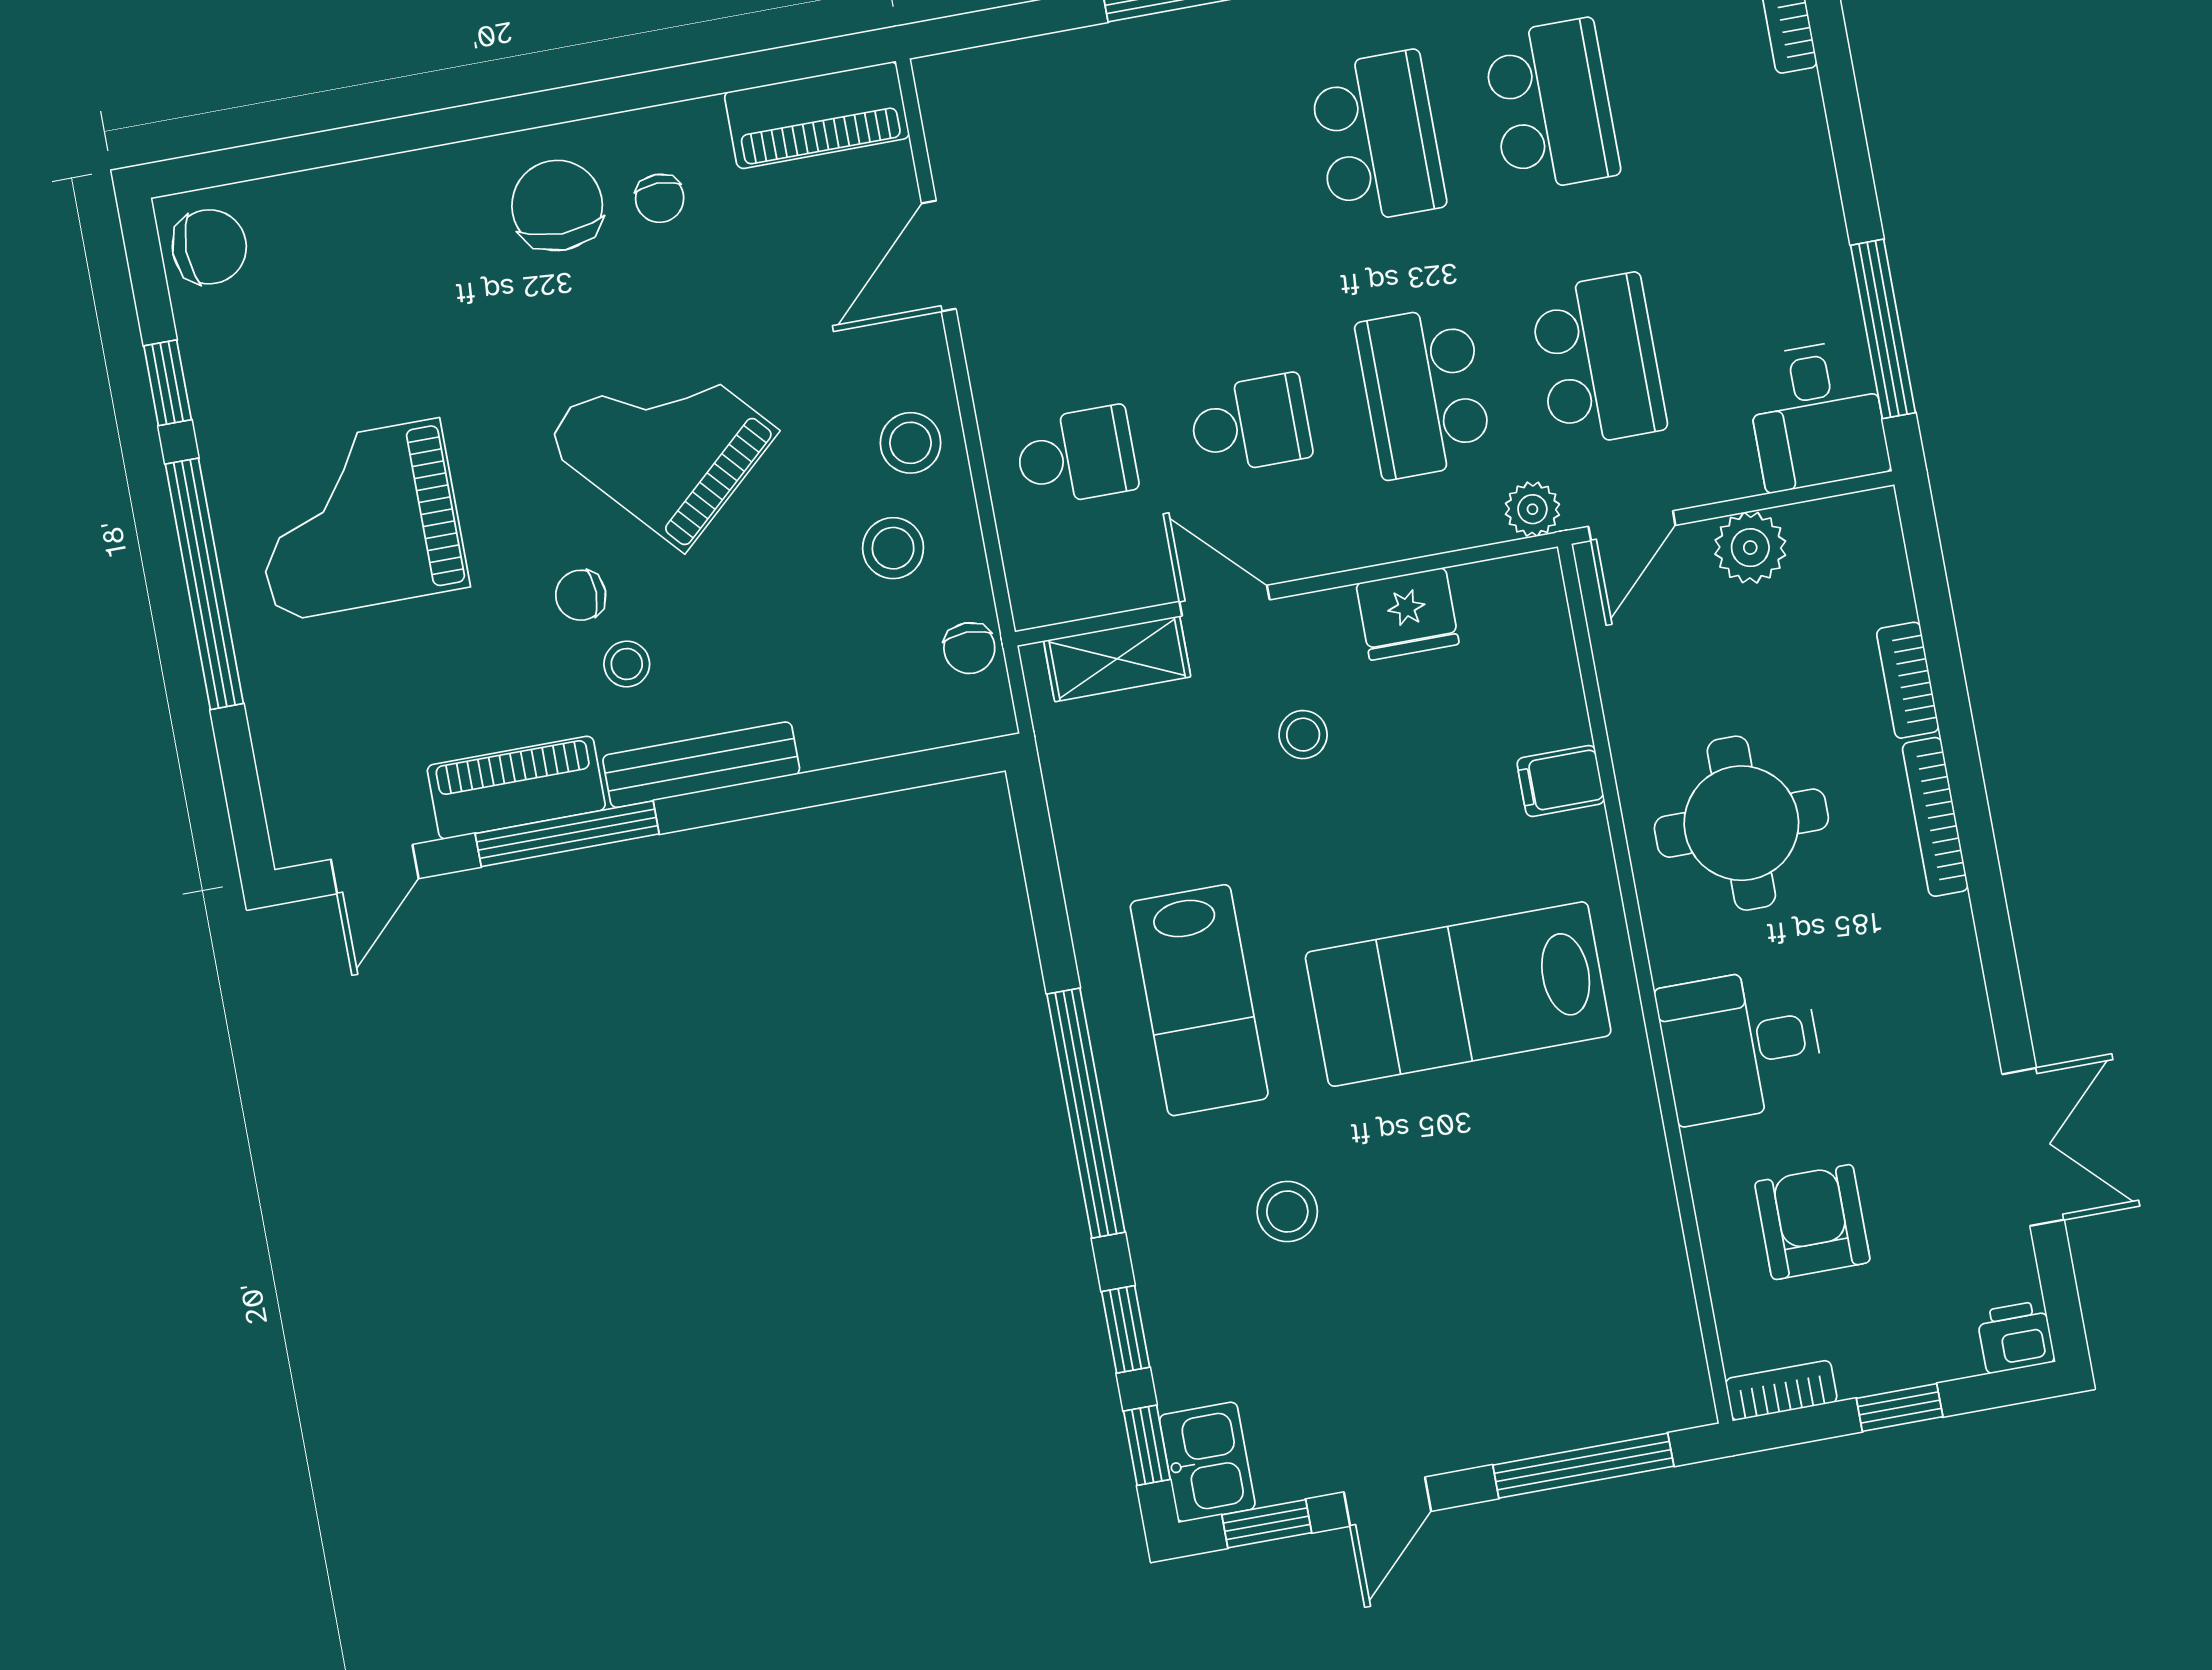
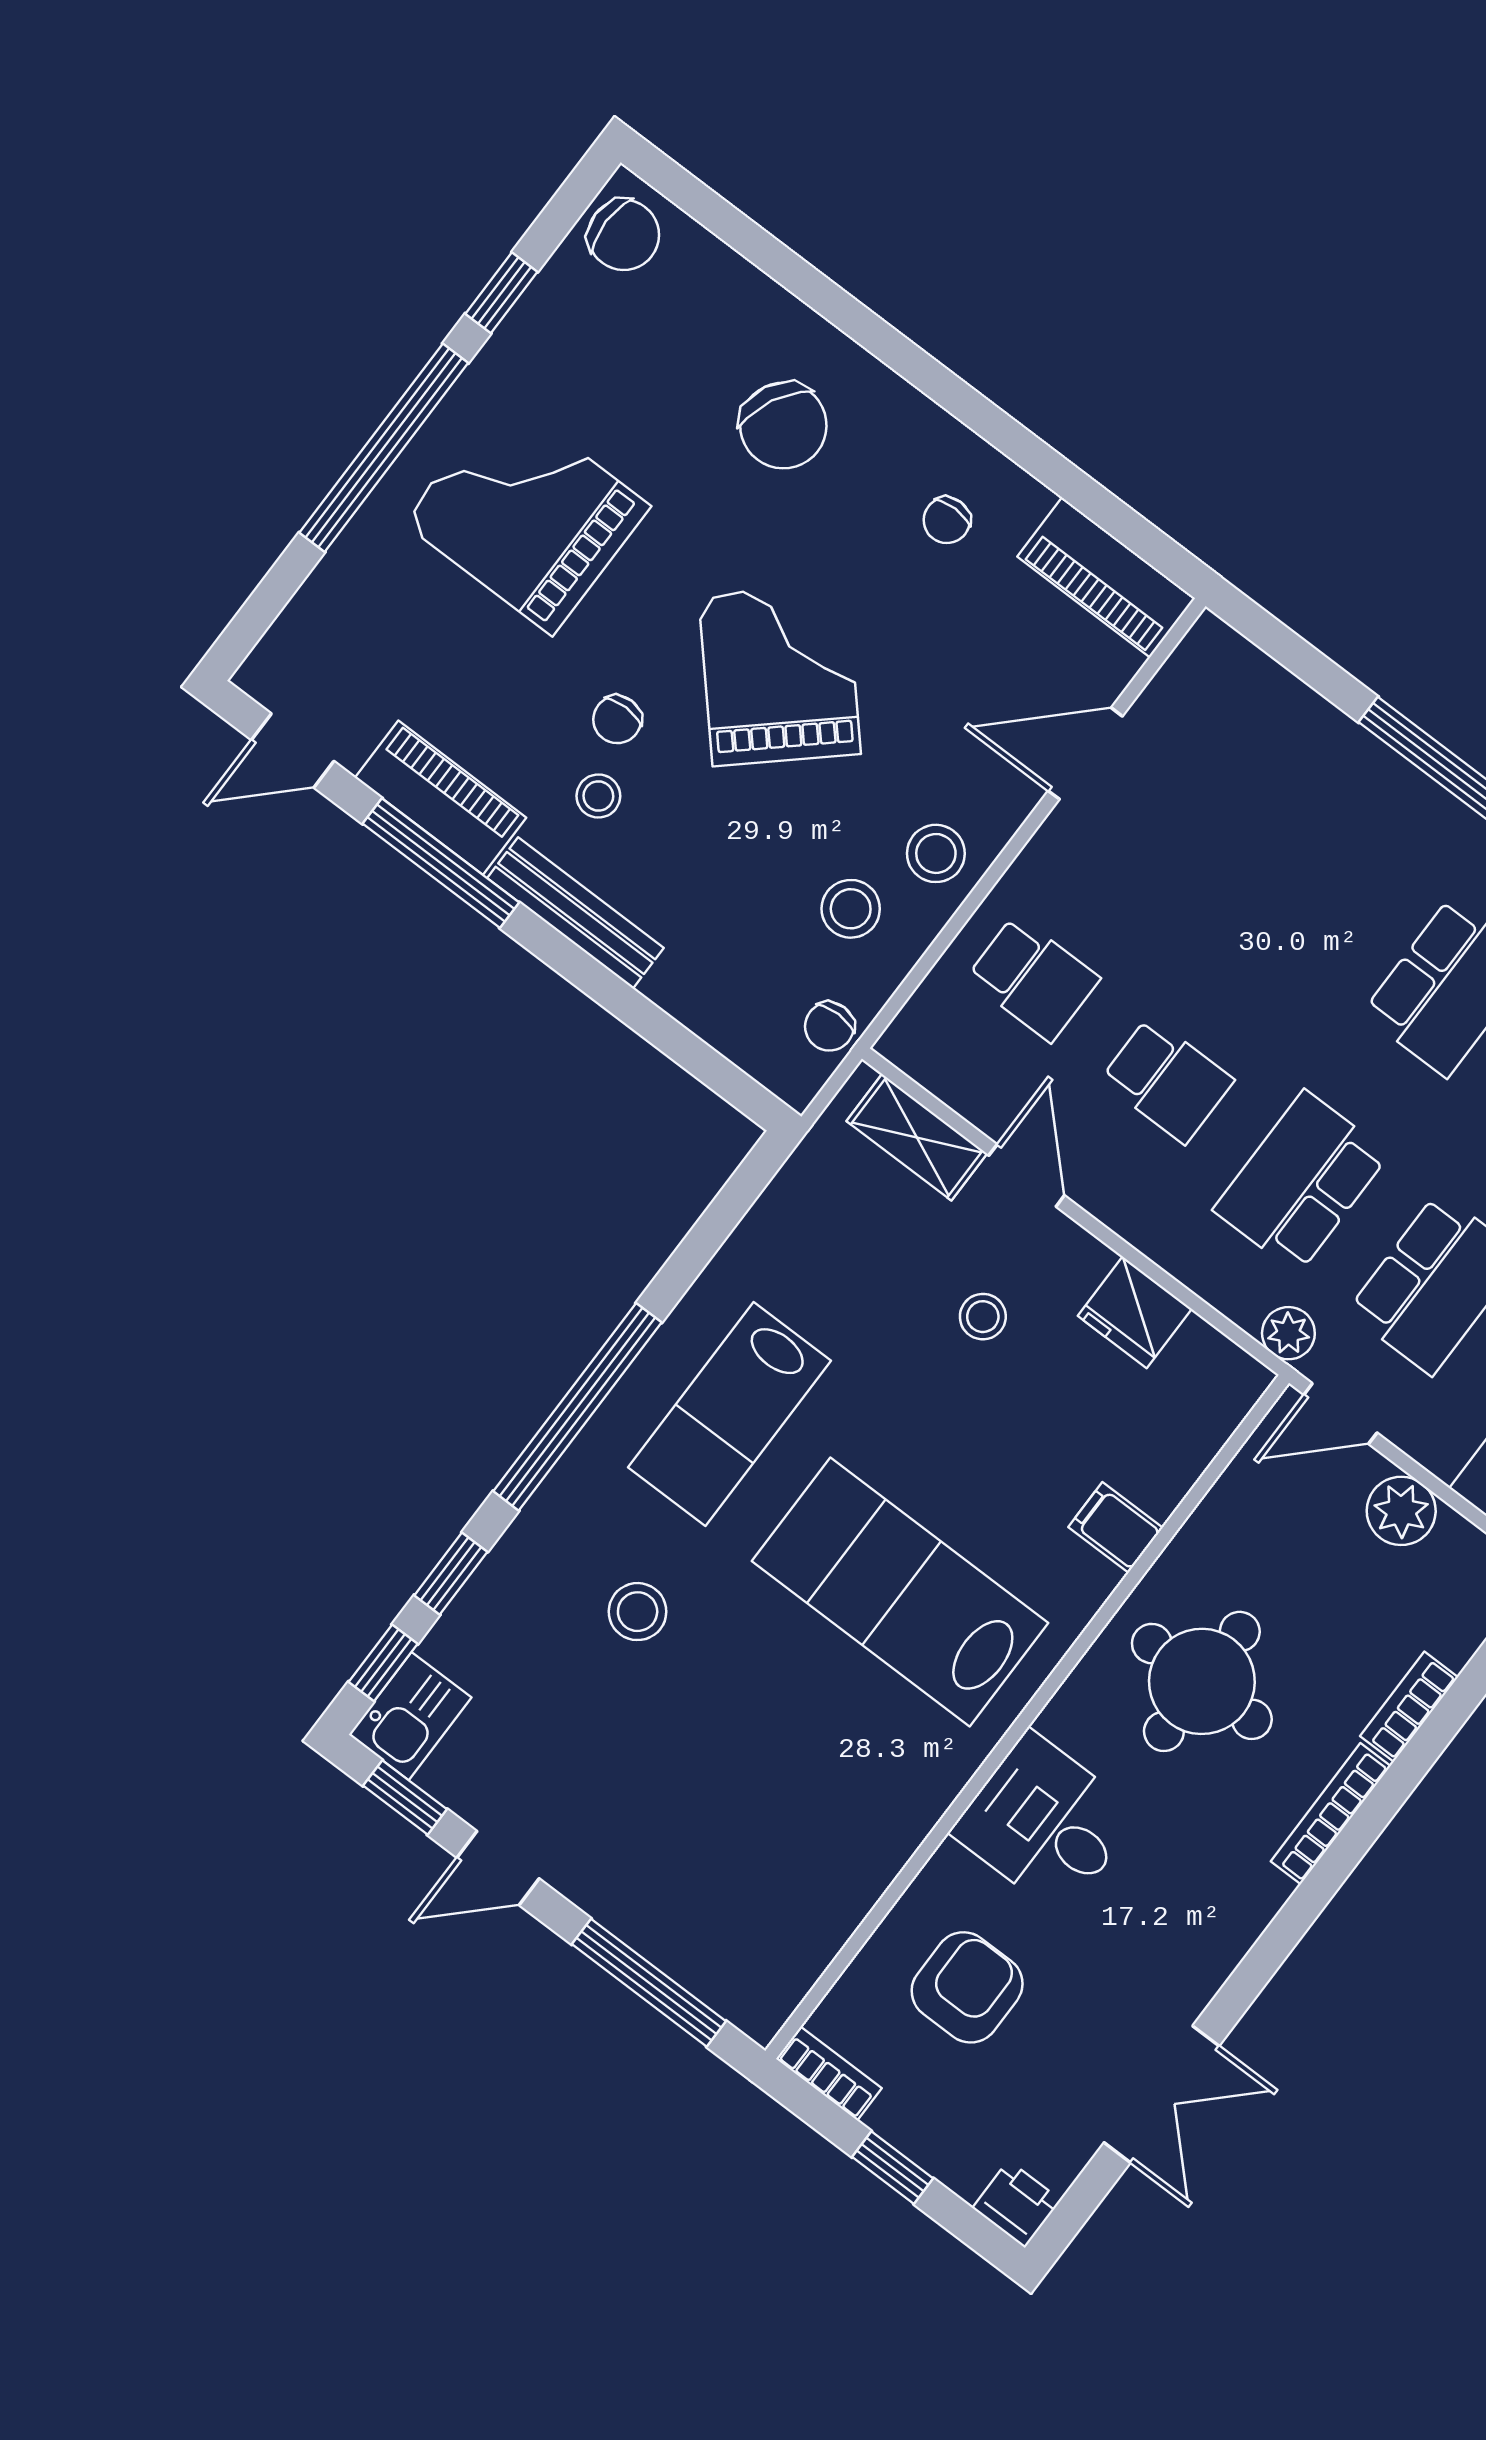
chair: (557, 206) -> (783, 425), moved, turned 117
chair: (581, 595) -> (617, 720), turned -90

